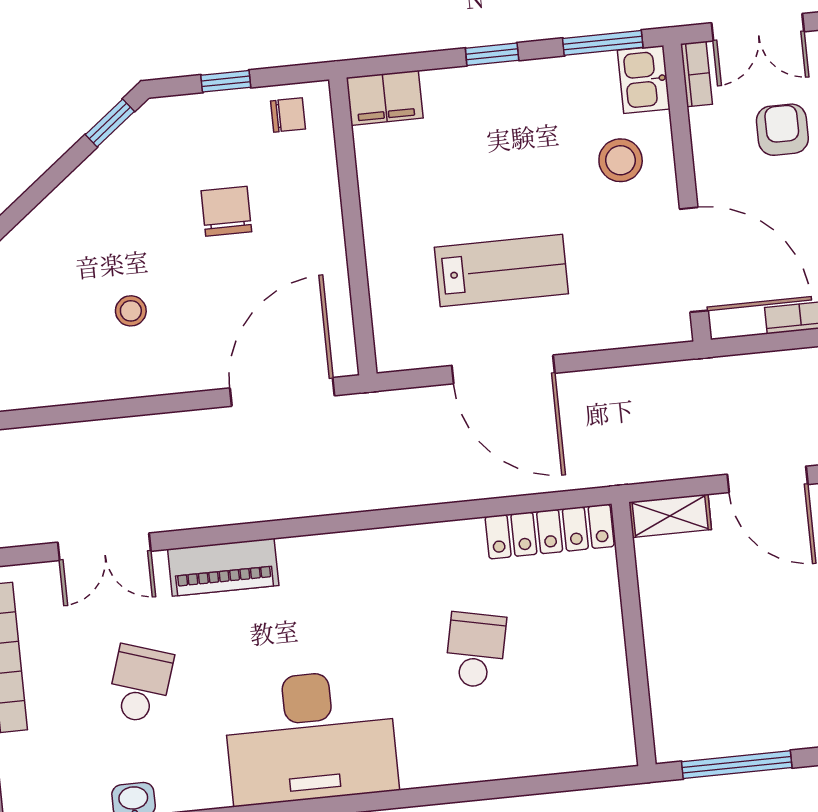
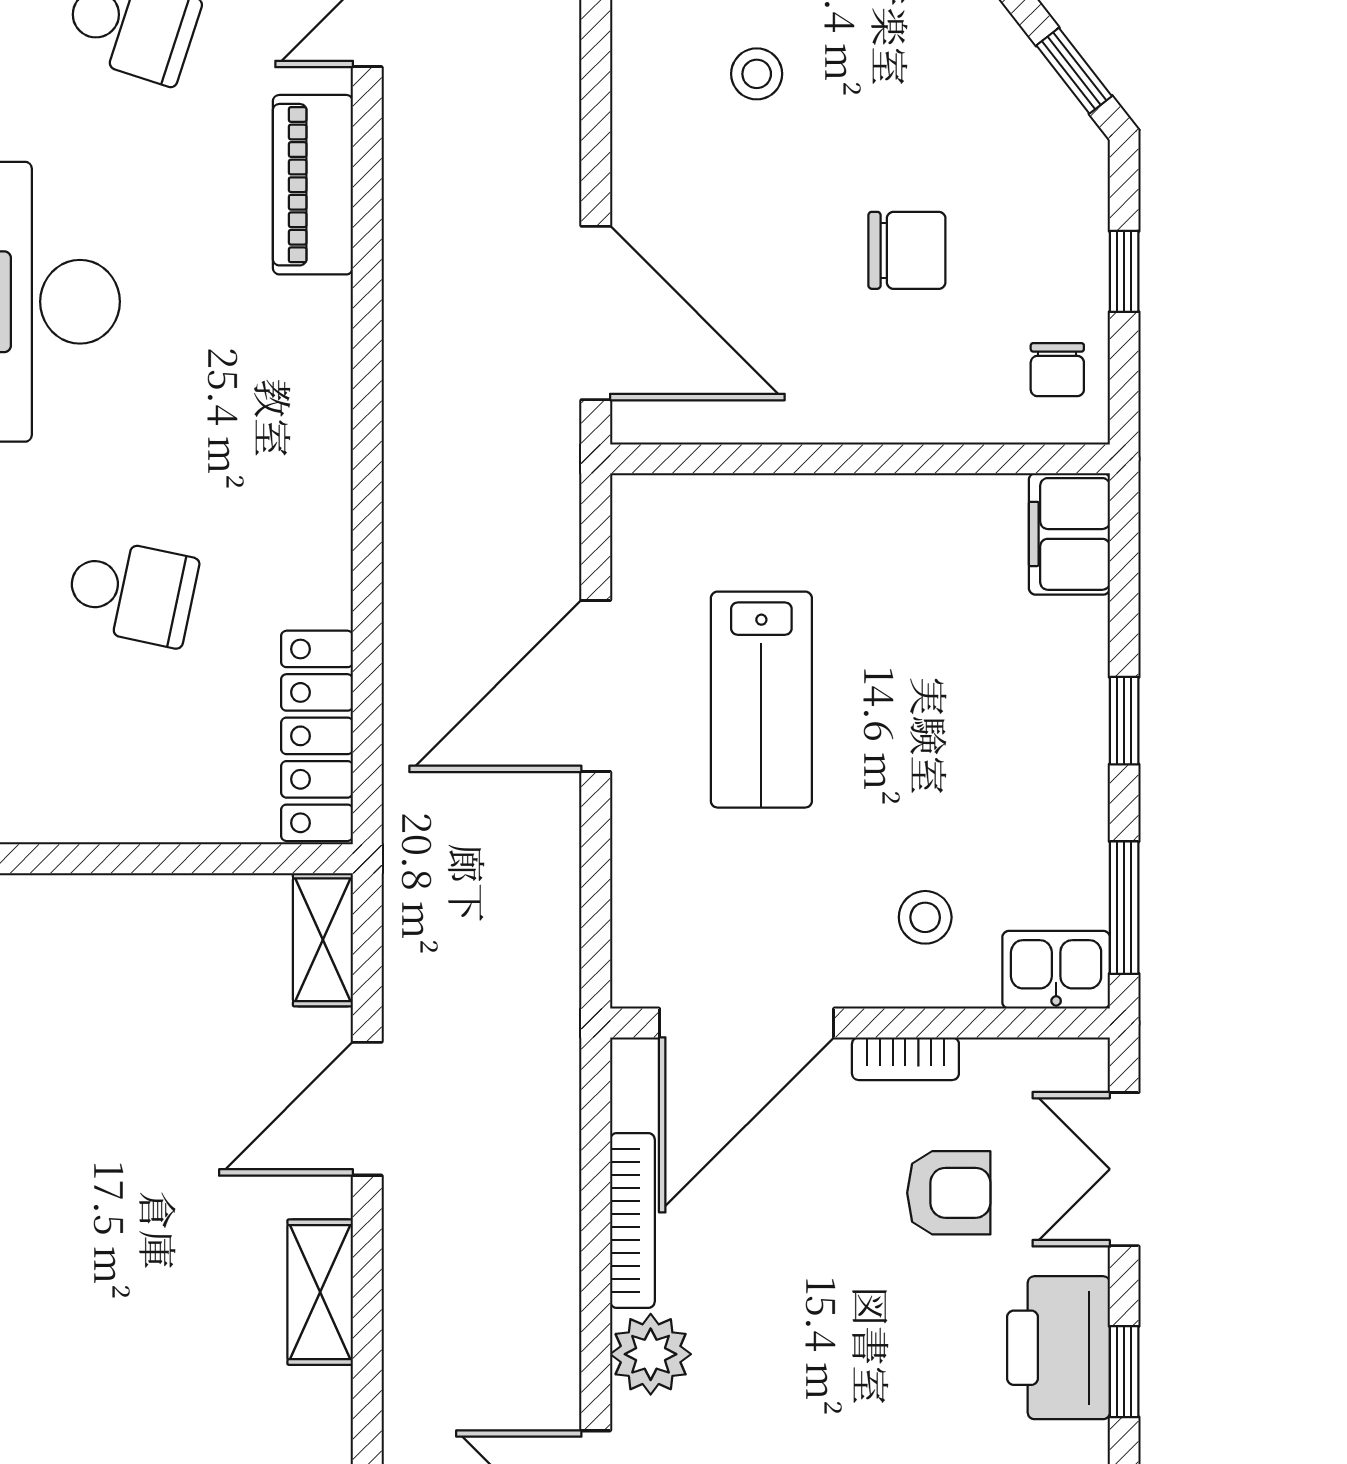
bookcase: (696, 74) -> (905, 1059), moved
stool: (621, 160) -> (925, 917), width x0.73, depth x0.73

